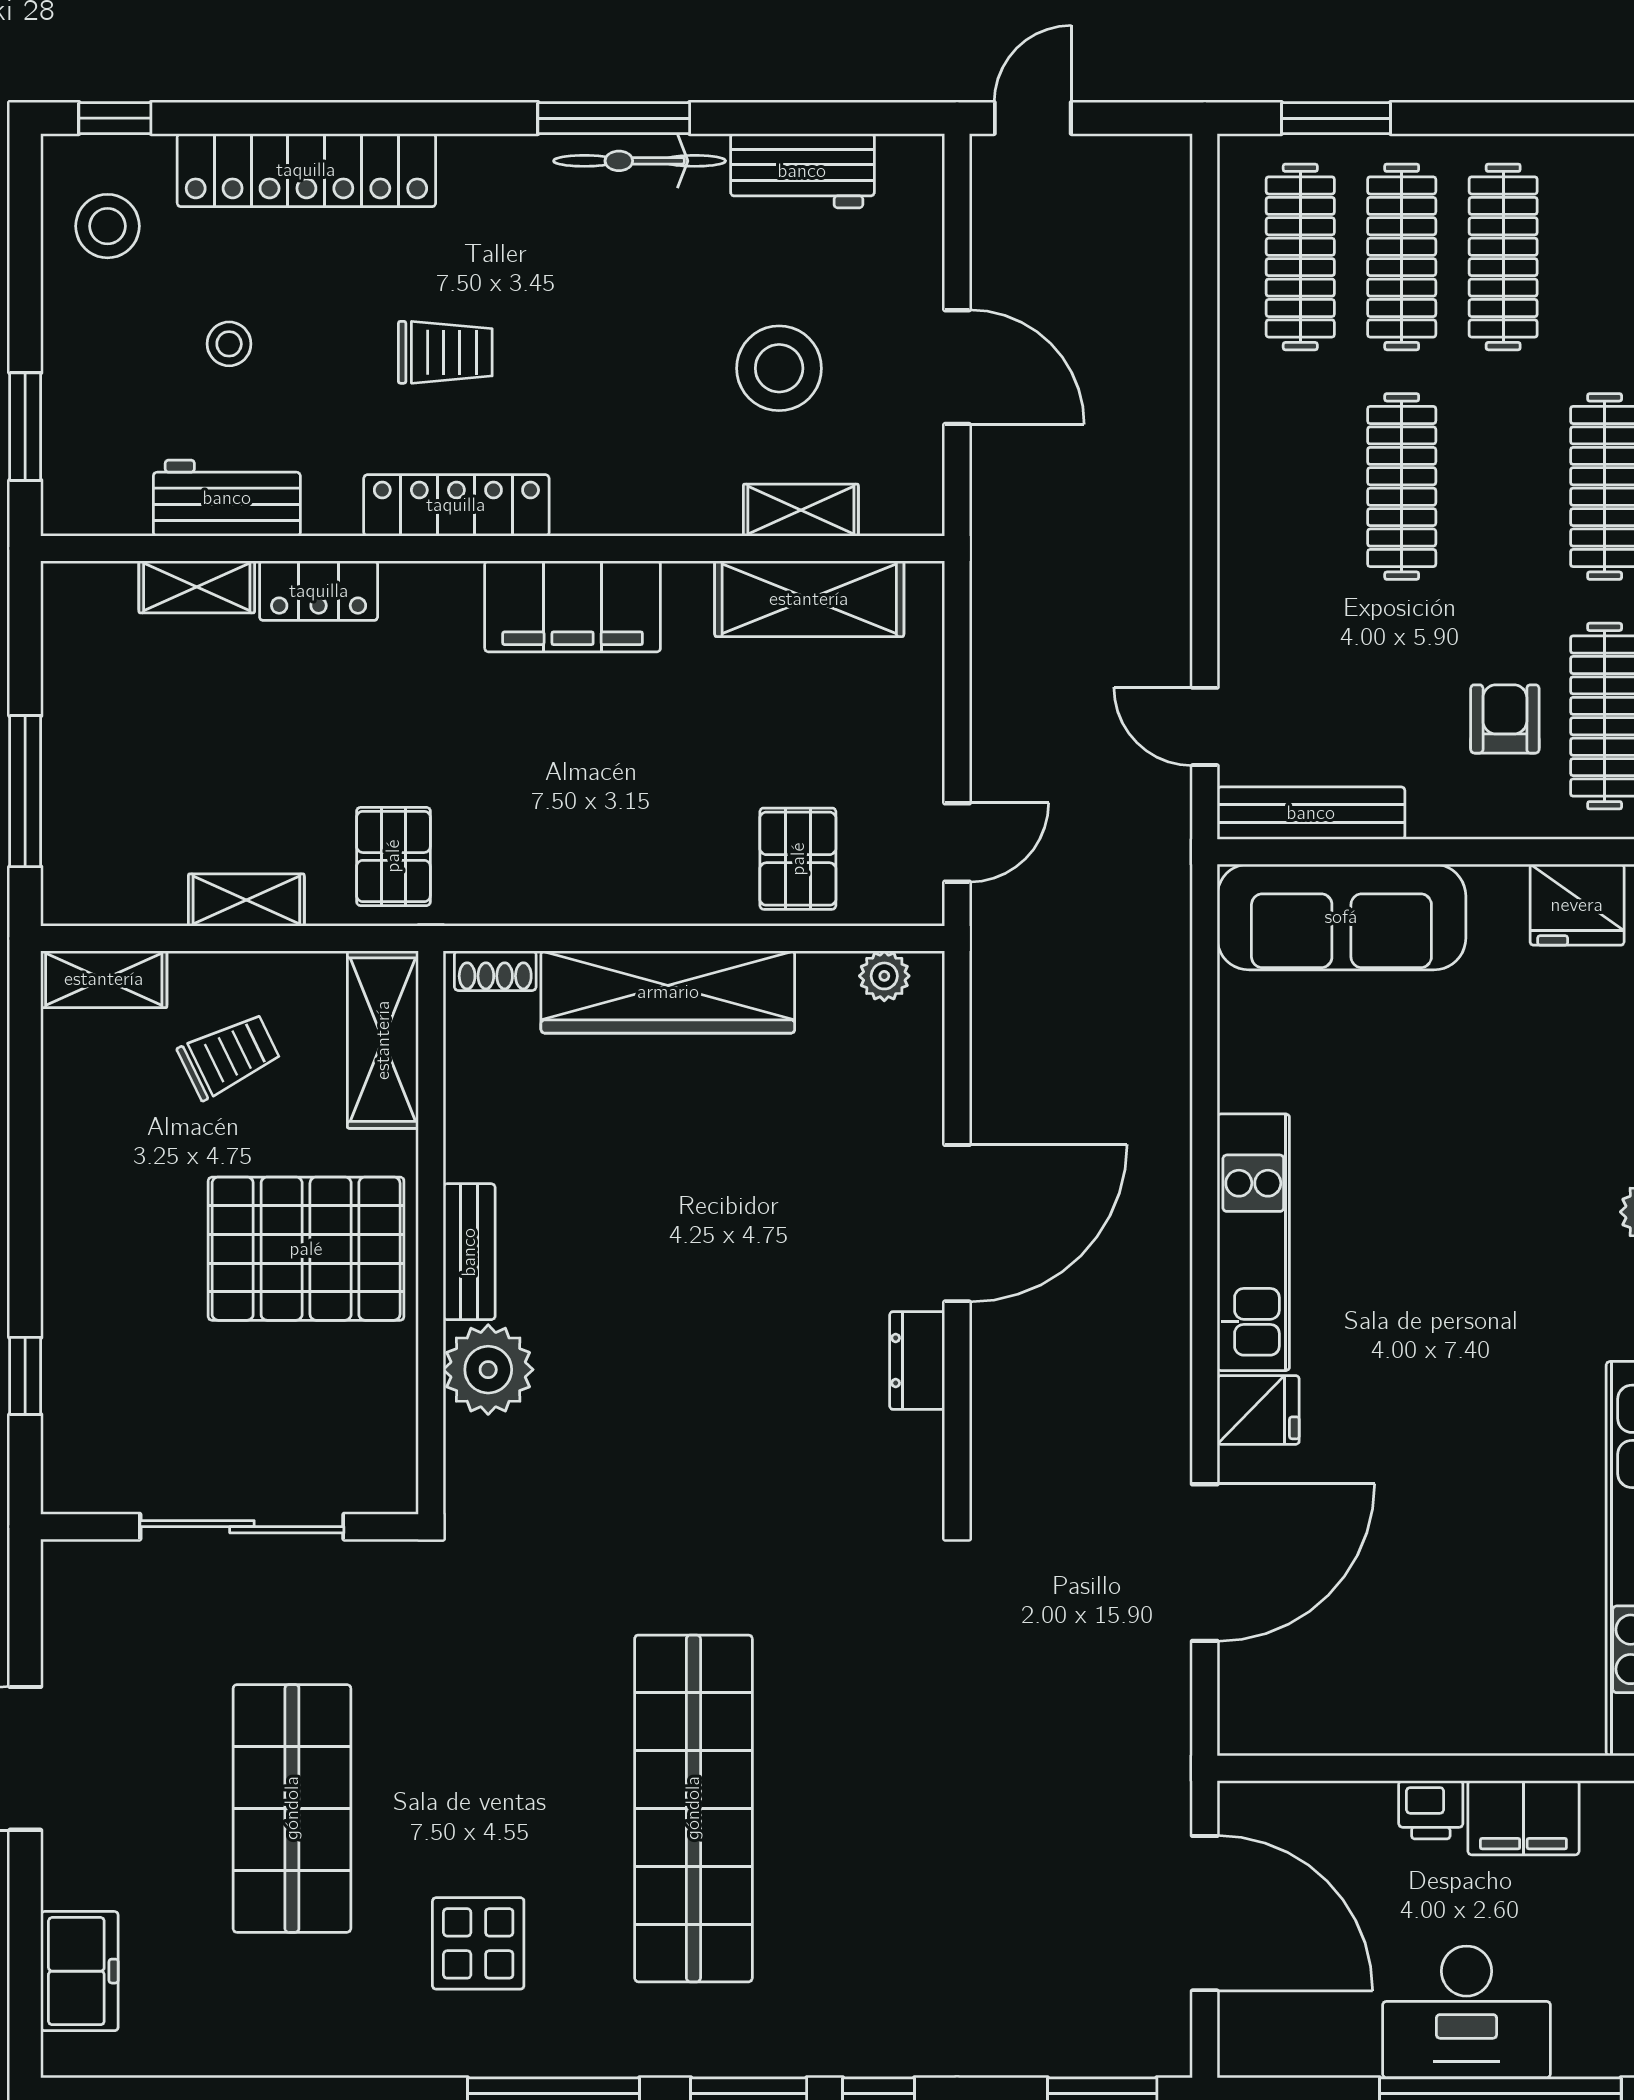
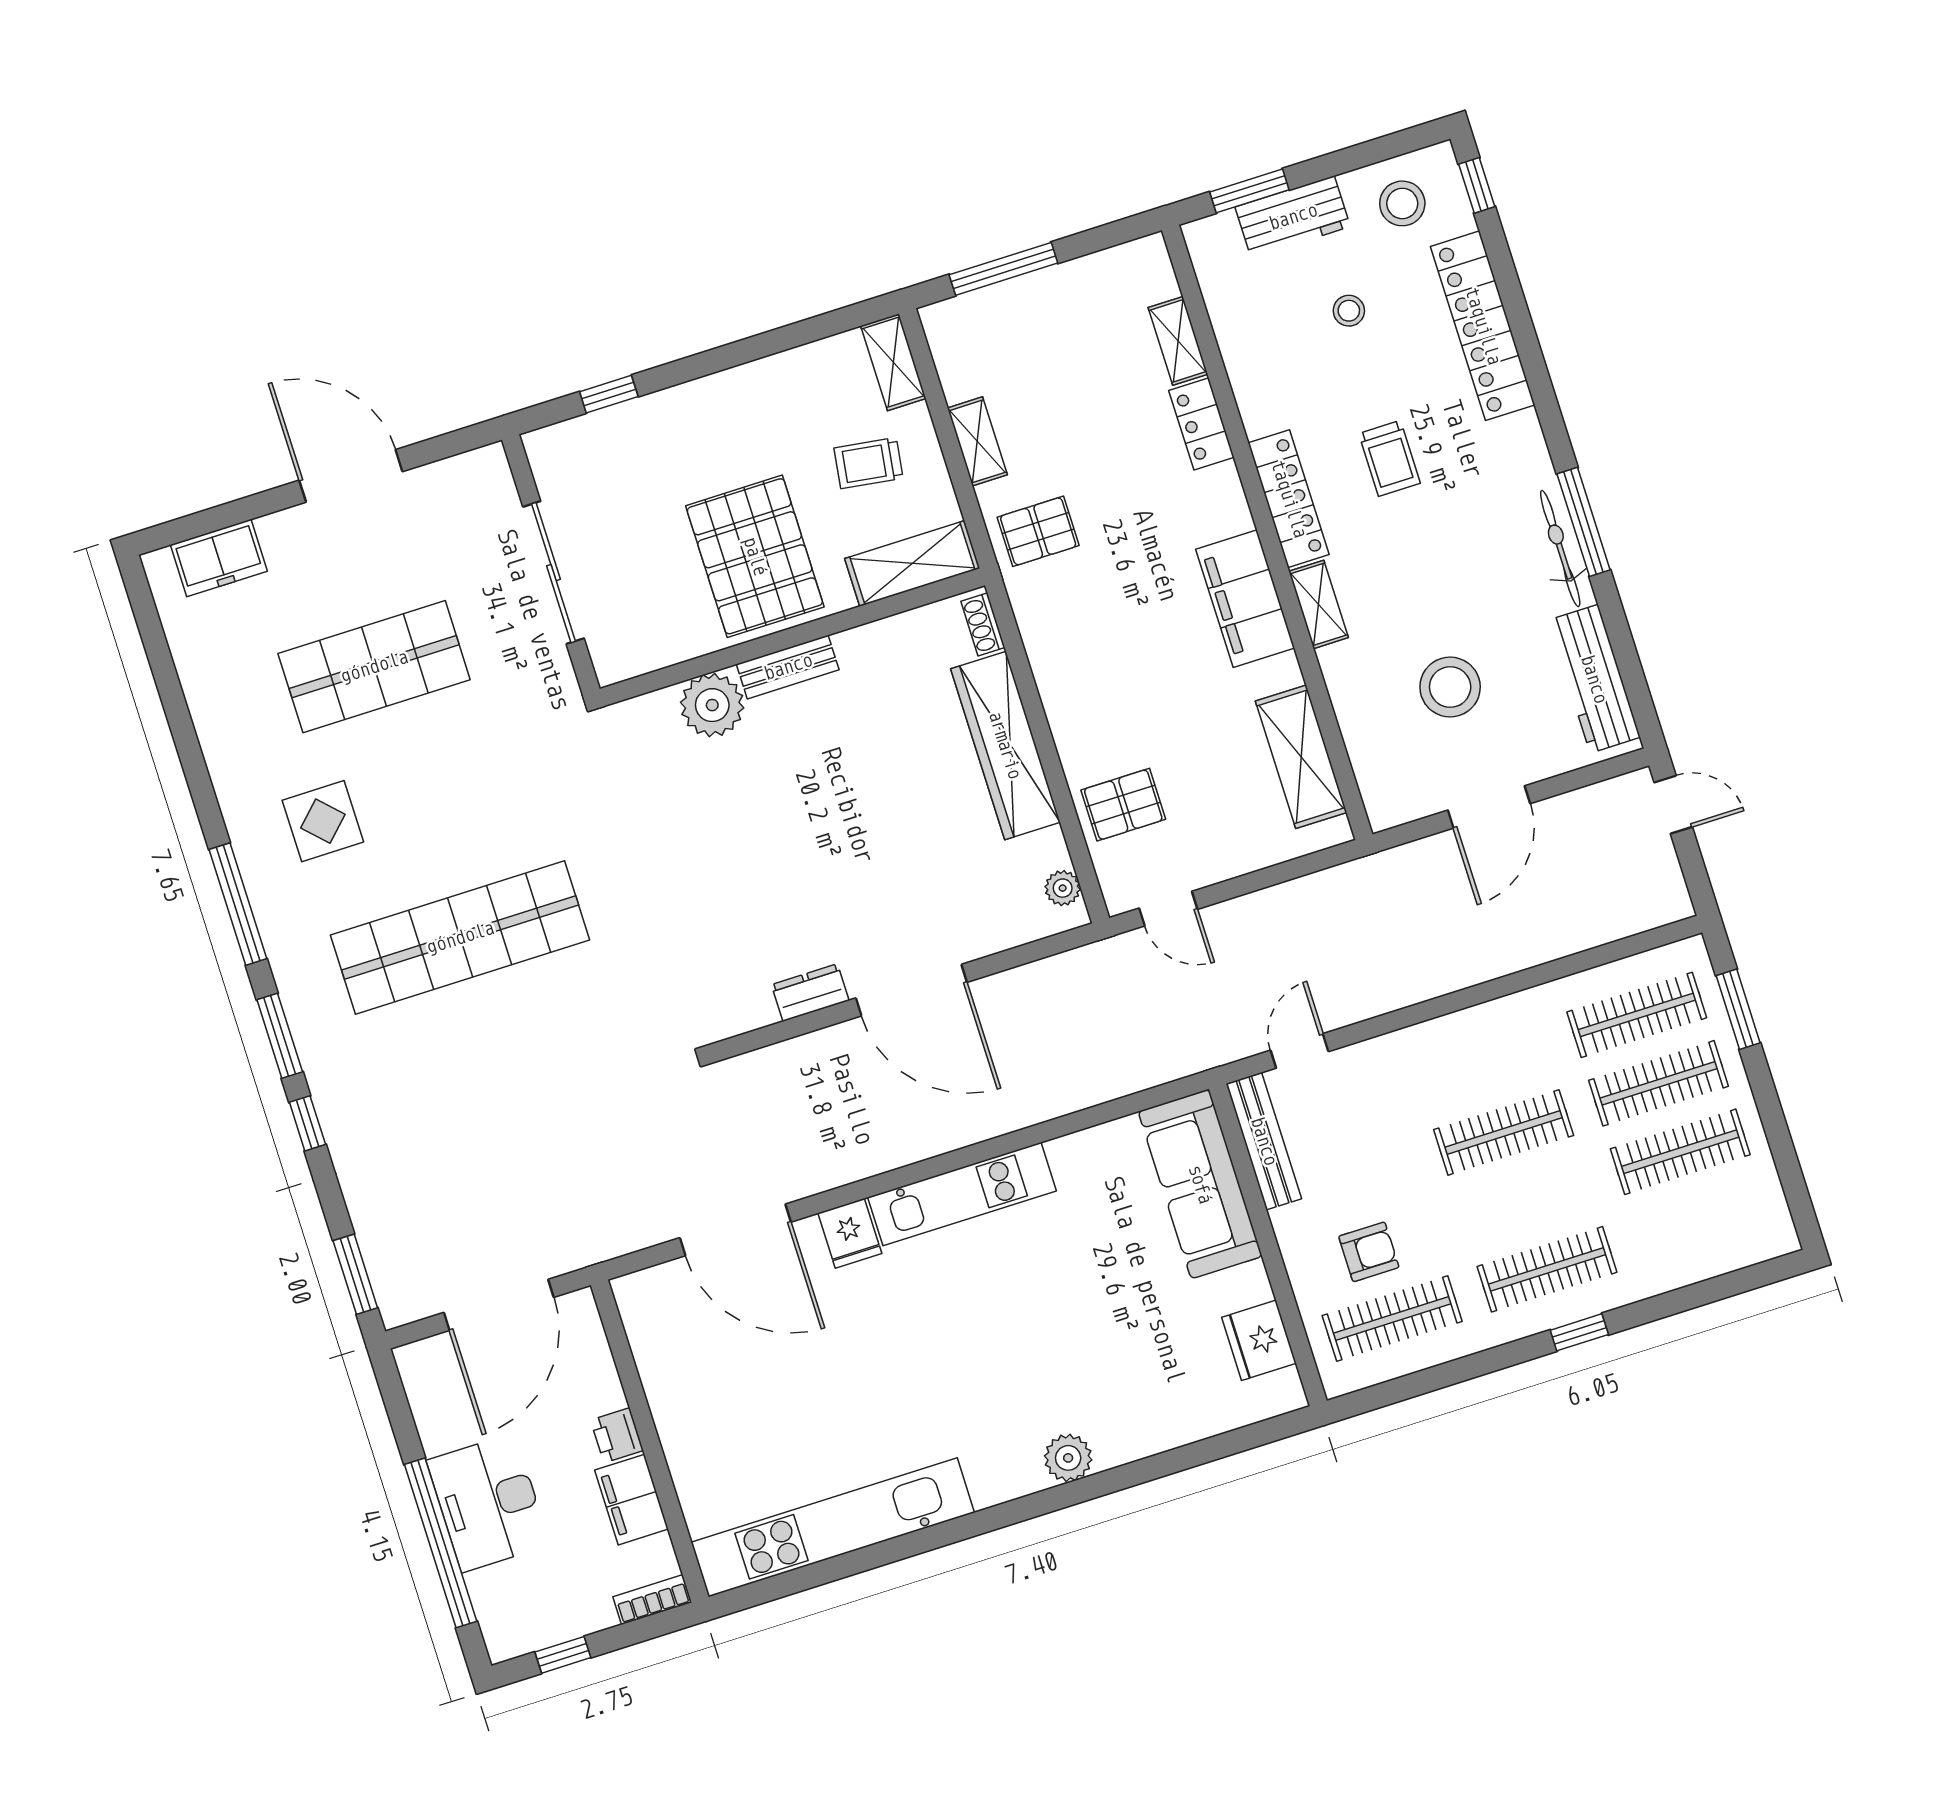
workbench: (802, 171) -> (1594, 679), width x1.38
workbench: (227, 498) -> (1293, 217), moved, turned 90
shelving: (801, 510) -> (1319, 604), moved
trolley: (229, 1056) -> (869, 463), turned 124

